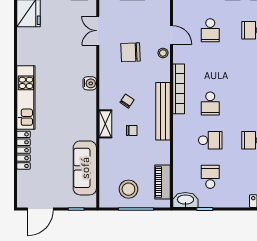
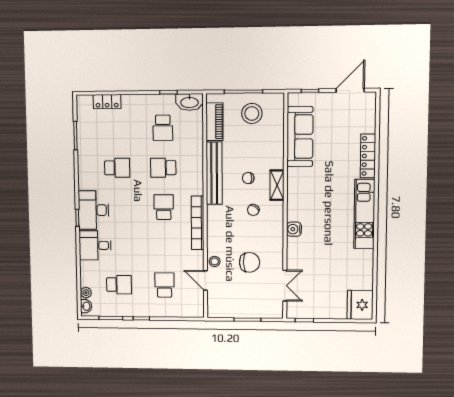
bench: (163, 111) -> (214, 173), moved

